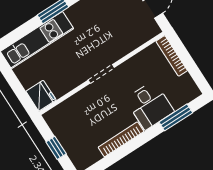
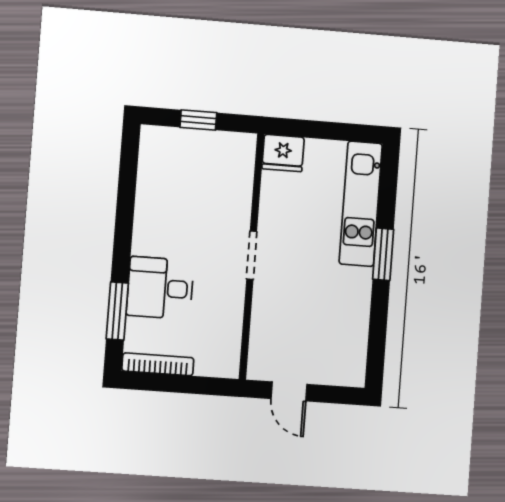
bookcase: (172, 56) -> (158, 364), moved
bookcase: (121, 139) -> (144, 215), removed

